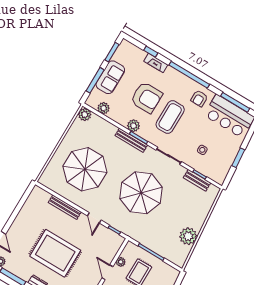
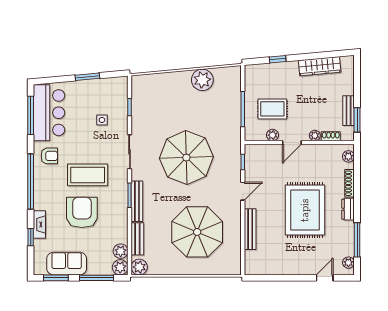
sofa: (110, 77) -> (67, 264), moved
plant: (133, 126) -> (120, 267), moved
bench: (197, 180) -> (137, 239), moved

